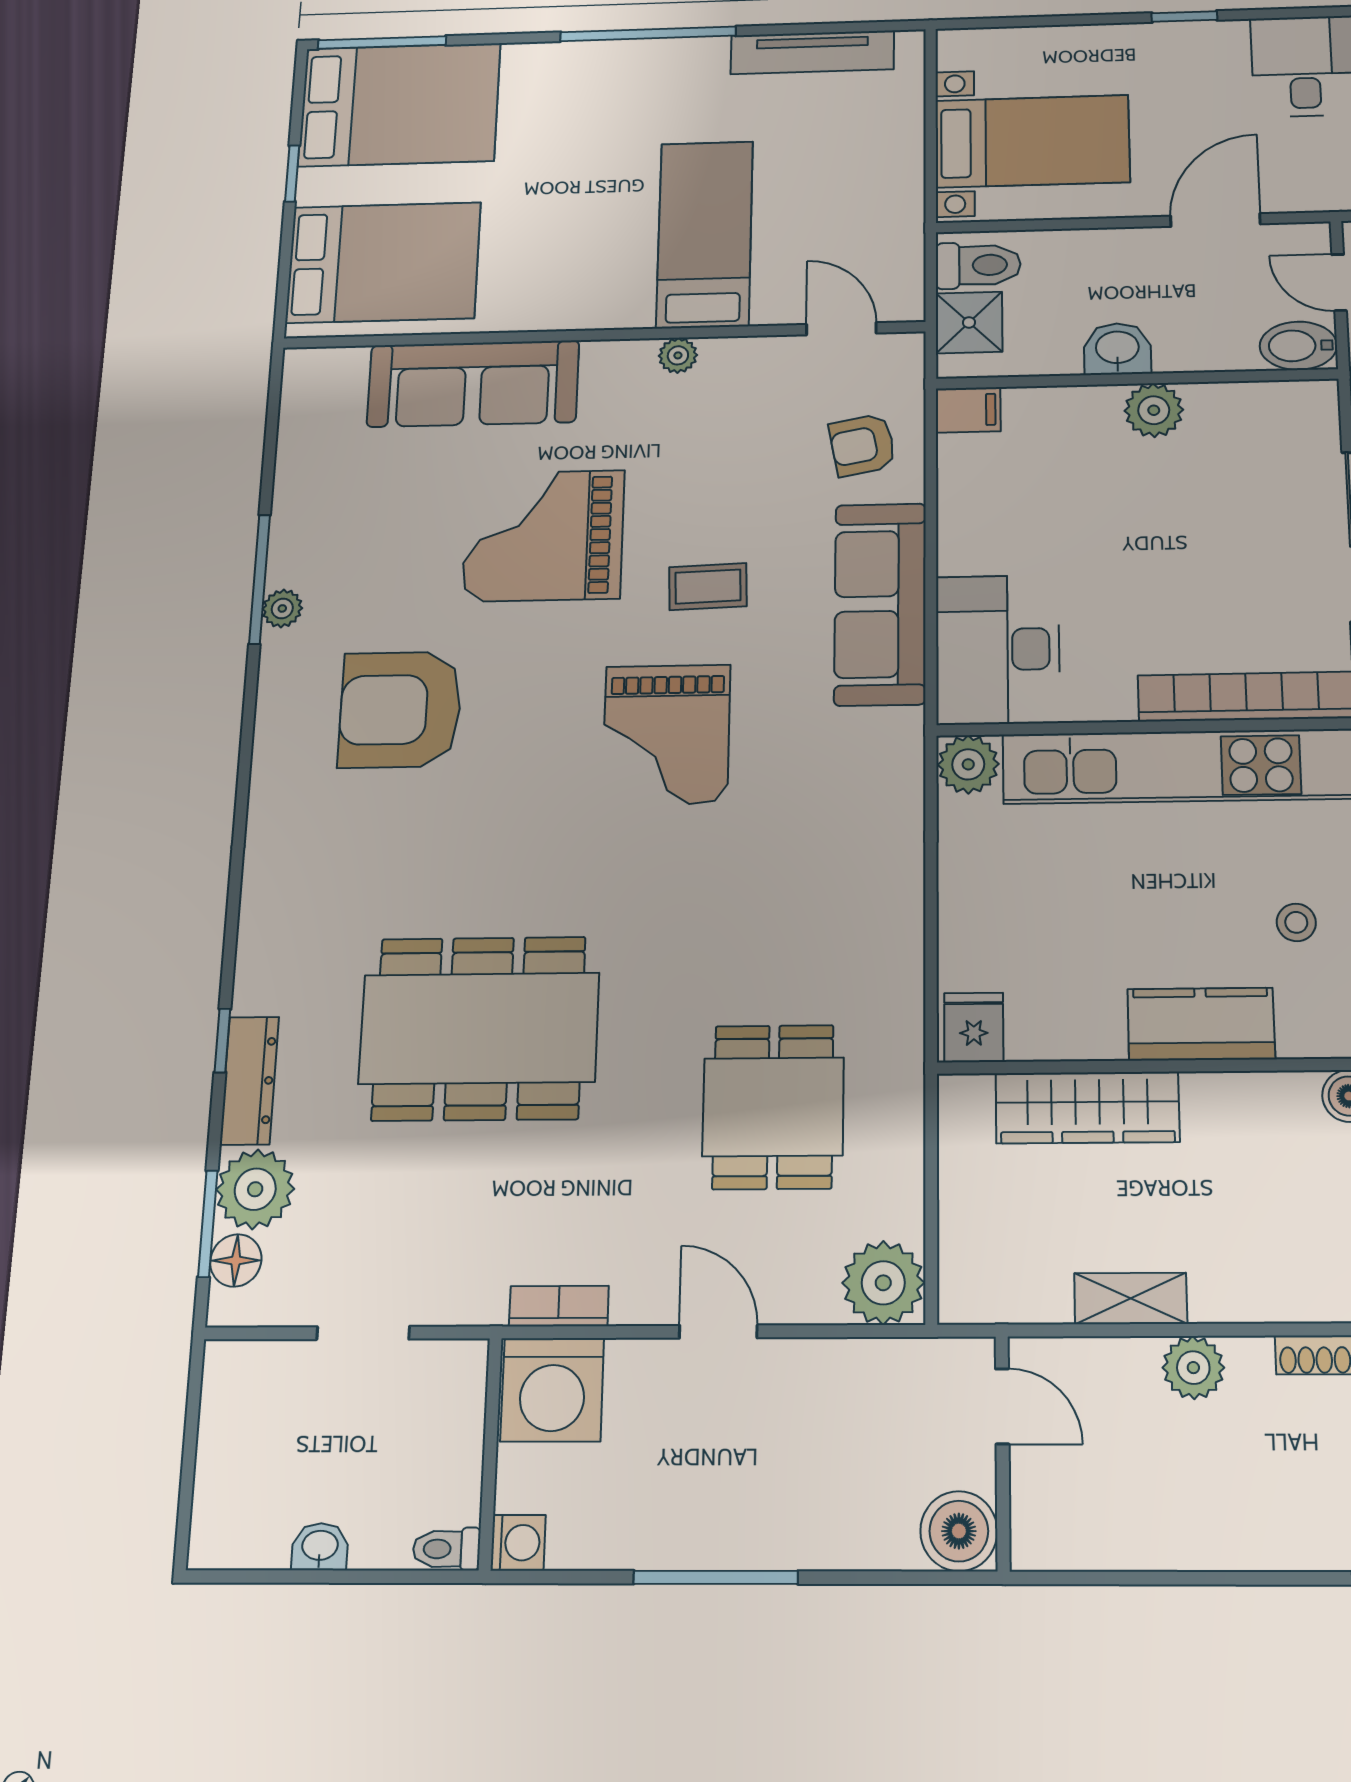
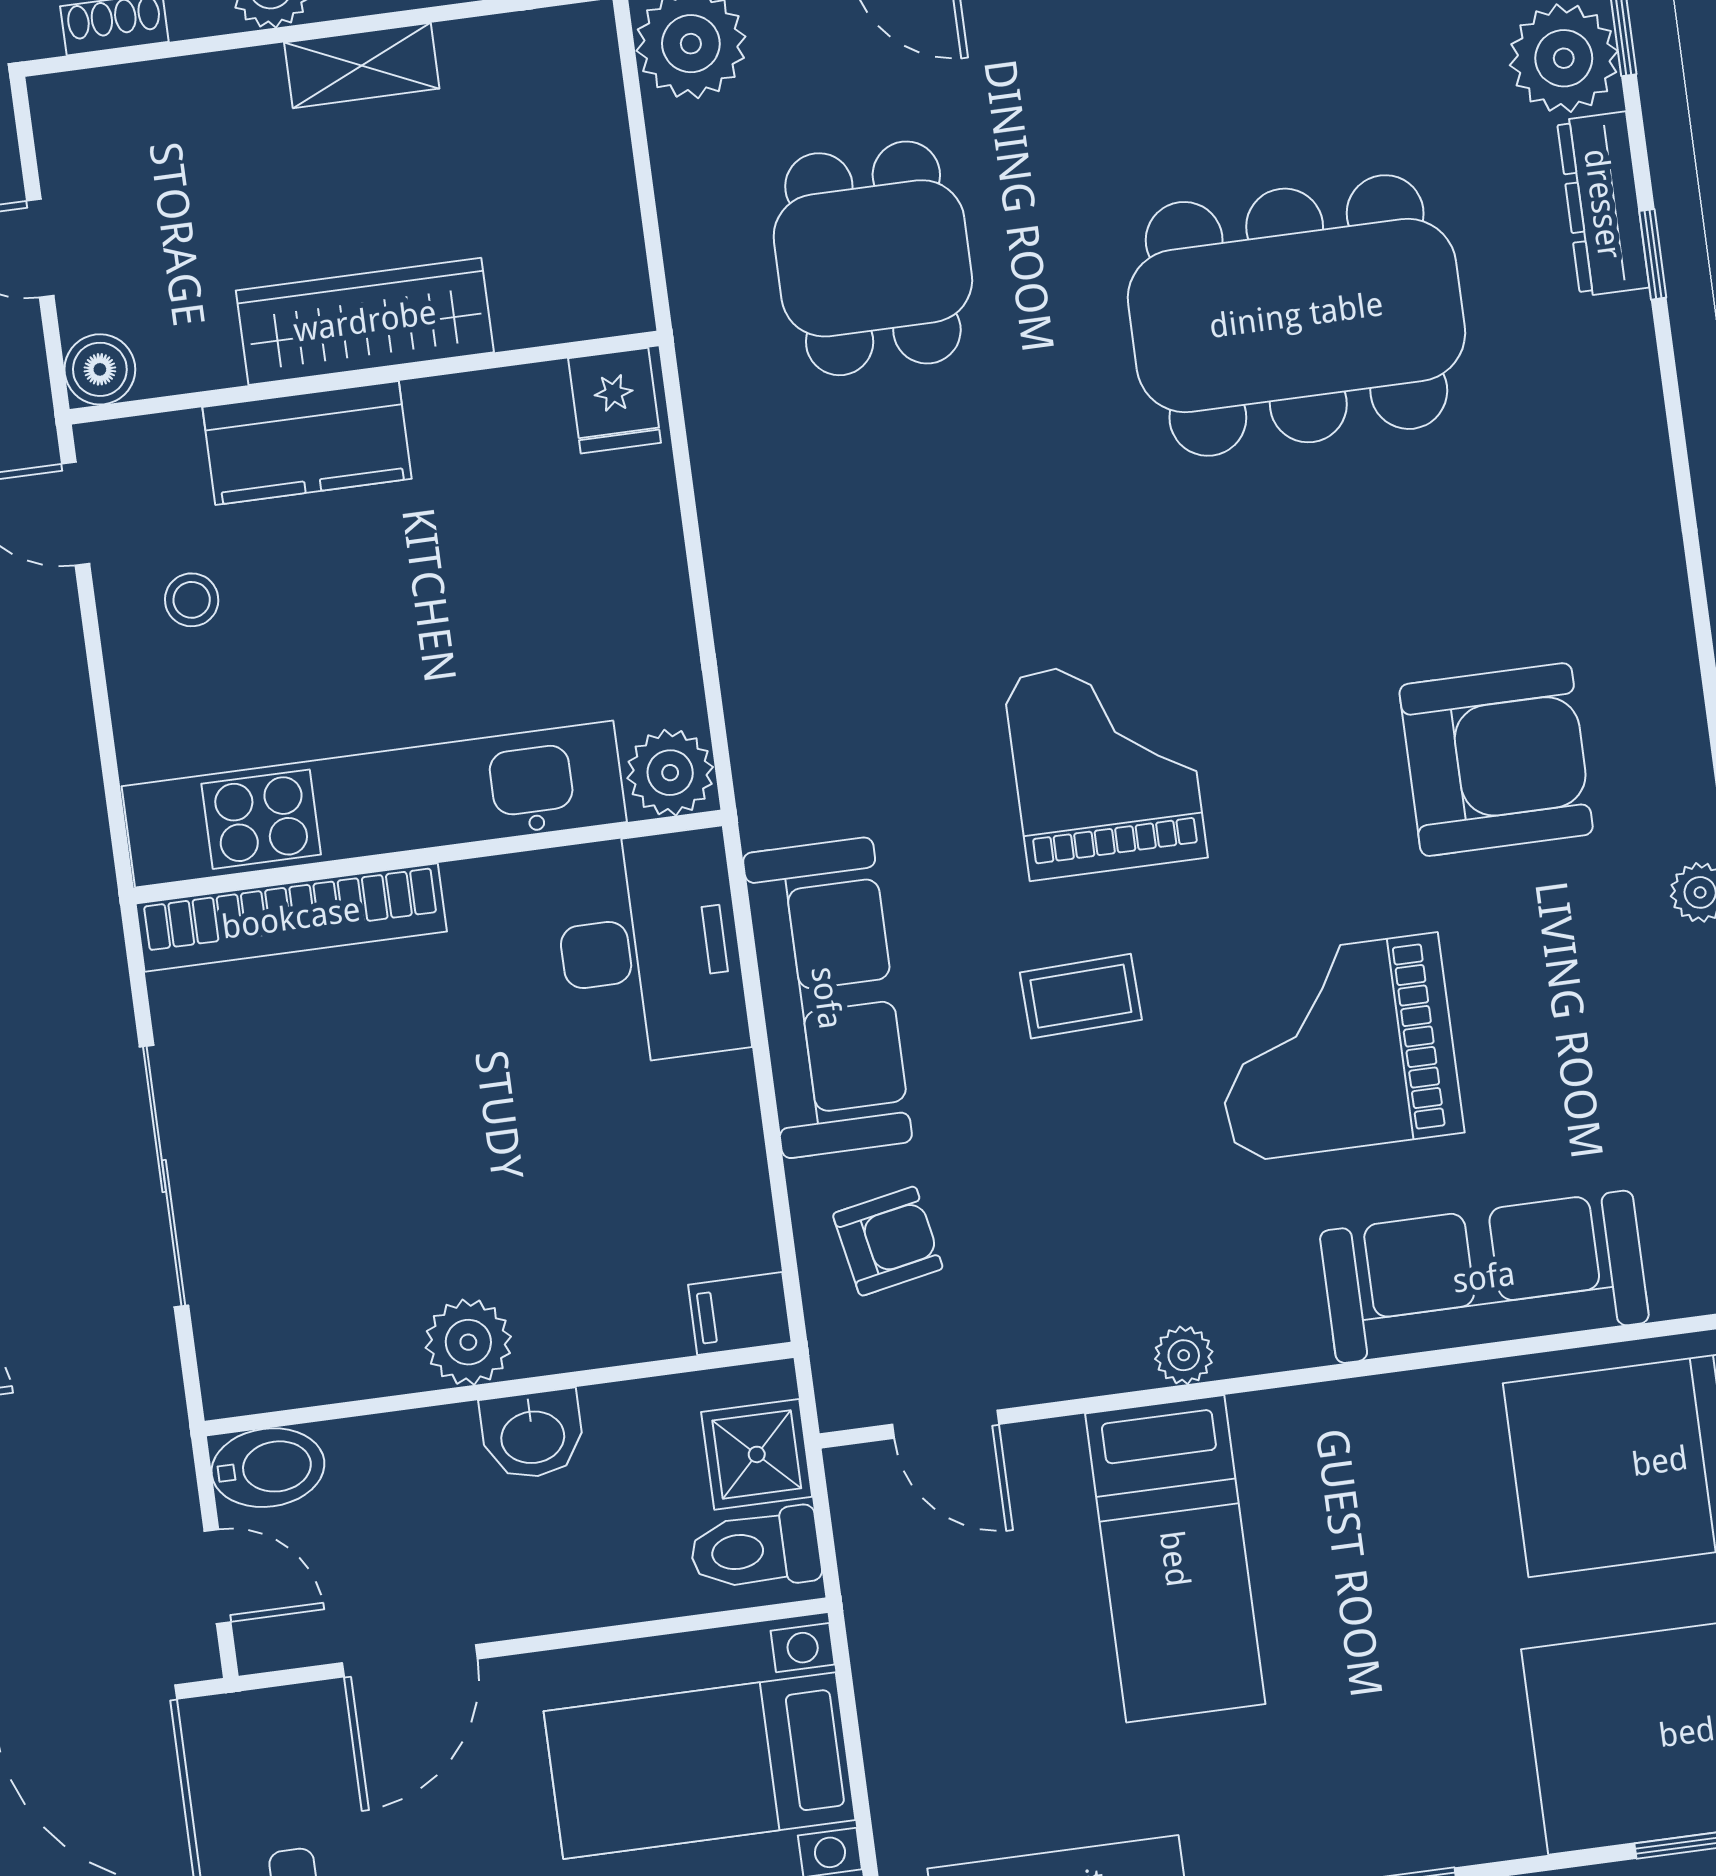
grand piano: (543, 536) -> (1335, 1048), turned 180
wardrobe: (1087, 1108) -> (365, 321), moved

